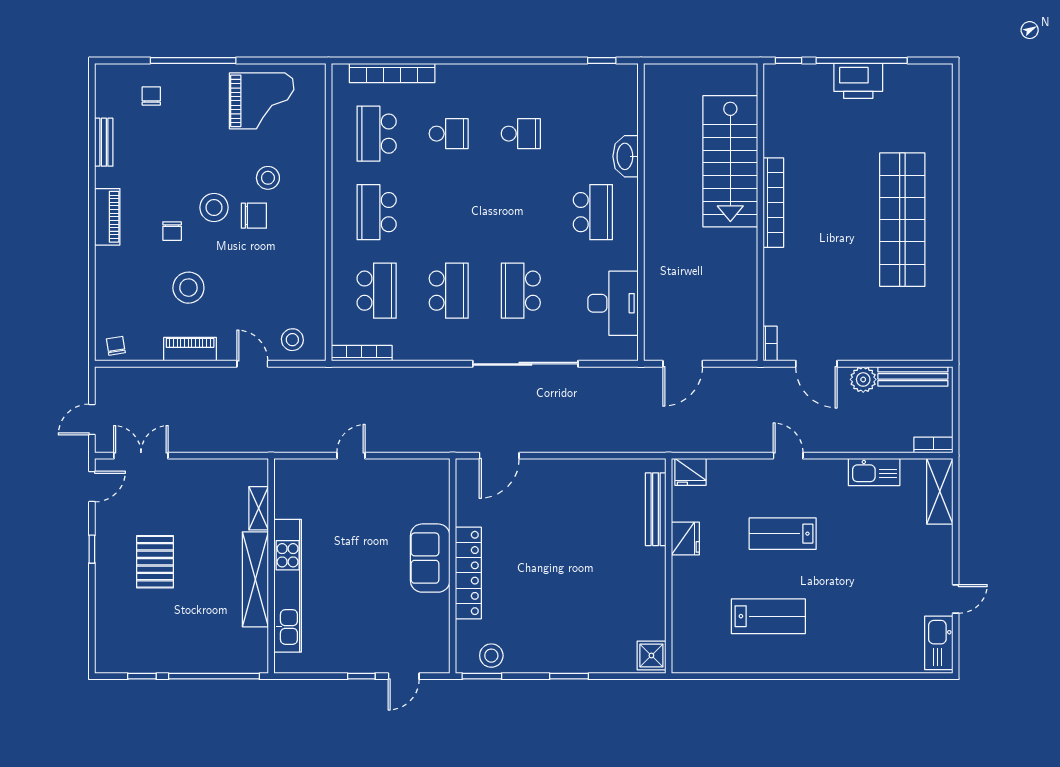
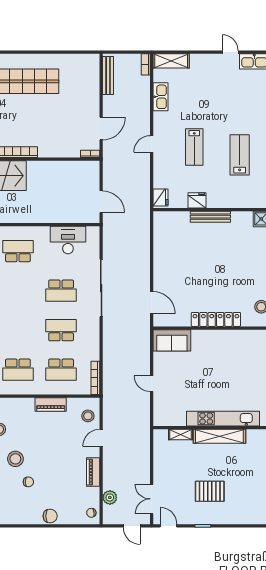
chair: (254, 216) -> (50, 516), moved, turned 90
piano: (107, 217) -> (51, 405), moved, turned 180
stool: (188, 288) -> (59, 473), removed
school desk: (377, 291) -> (61, 370), turned 180
plant: (863, 379) -> (110, 497), moved
bench: (656, 509) -> (210, 217), moved
sofa: (430, 558) -> (172, 340), moved

